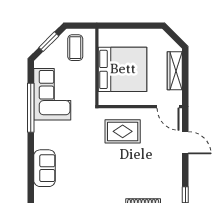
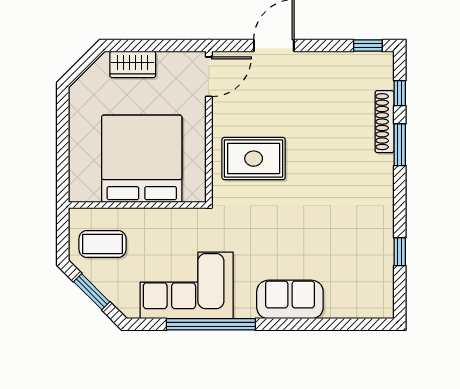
wardrobe: (175, 71) -> (133, 64), width x0.67
rug: (123, 131) -> (254, 159), turned 90
sofa: (45, 168) -> (290, 299), moved

